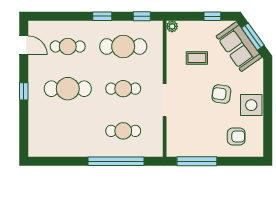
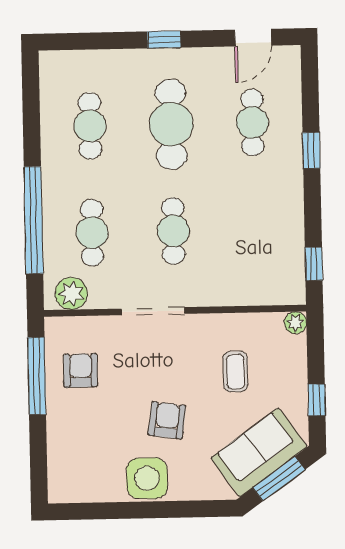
window: (102, 16) -> (311, 150), moved
cafe table: (123, 46) -> (90, 126), moved, width x0.73, depth x0.74
armchair: (236, 136) -> (80, 370), moved, turned 180
plant: (155, 142) -> (71, 293), added

